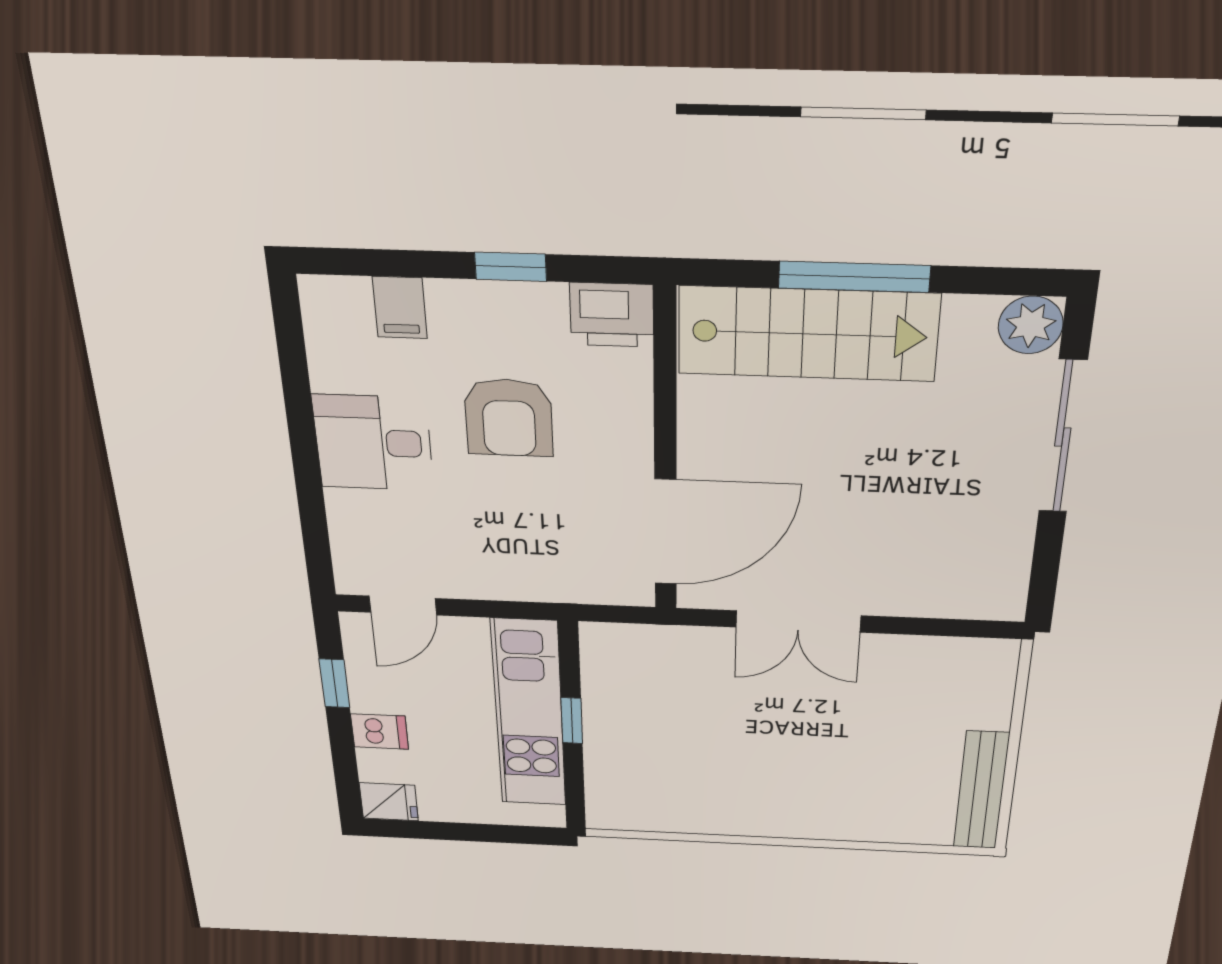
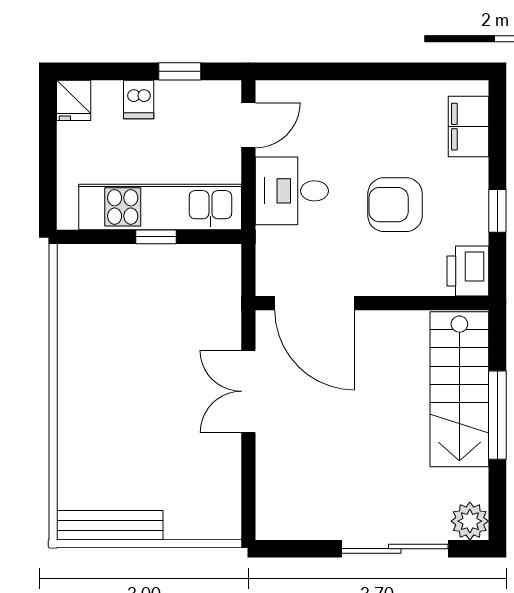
filing cabinet: (400, 308) -> (468, 127), width x2.00
desk: (373, 443) -> (292, 191), moved, turned -90
door: (403, 605) -> (248, 125), swing flipped

